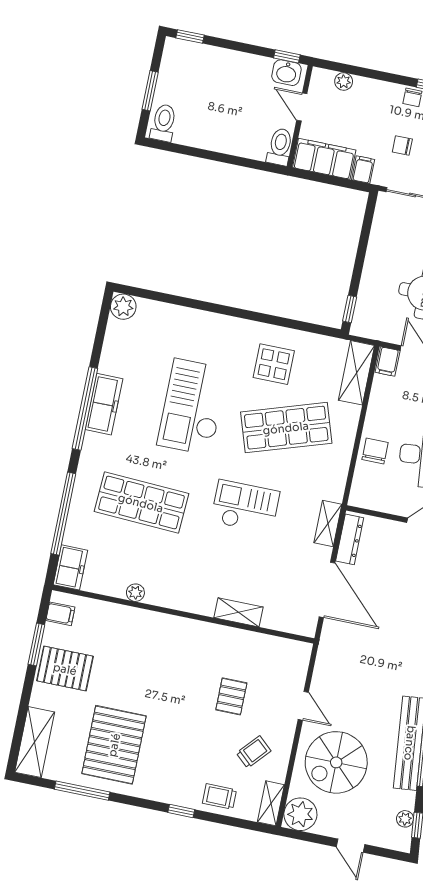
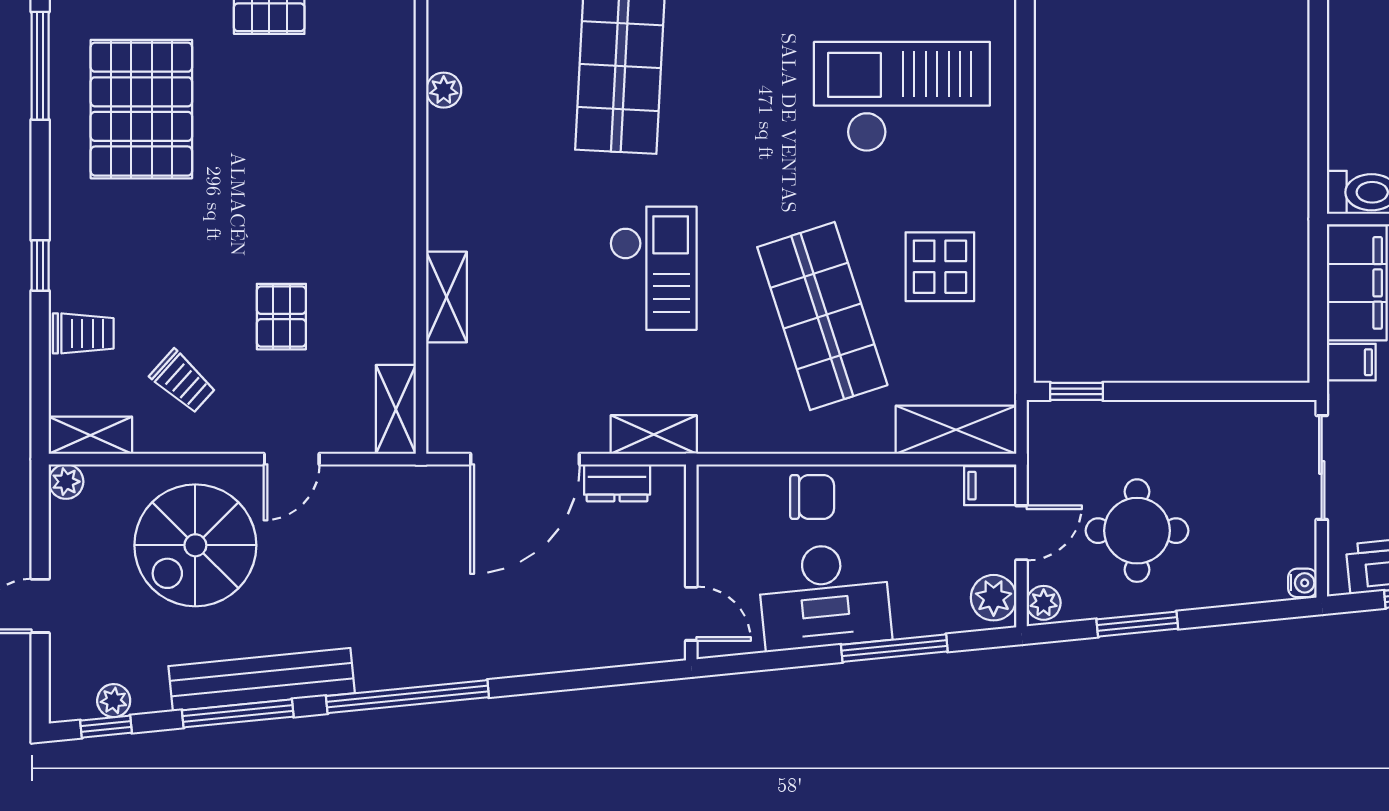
checkout: (193, 407) -> (902, 97), moved
dresser: (350, 539) -> (617, 483), width x0.70
shelving: (289, 649) -> (396, 409), added
pallet: (231, 696) -> (281, 317), turned 90
pallet: (114, 745) -> (141, 109), turned 90
spiral stairs: (336, 762) -> (195, 545), turned -90
trolley: (219, 796) -> (83, 333), turned 90
plant: (300, 814) -> (66, 482), width x0.53, depth x0.53

